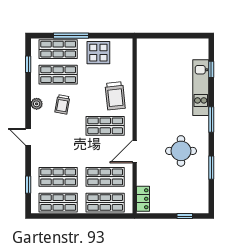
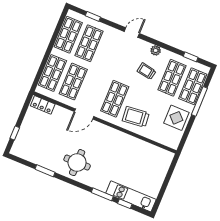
kitchen unit: (201, 88) -> (131, 196), moved
window: (211, 120) -> (102, 194), moved
door: (135, 151) -> (84, 114), swing flipped
round table: (181, 151) -> (77, 163), moved

